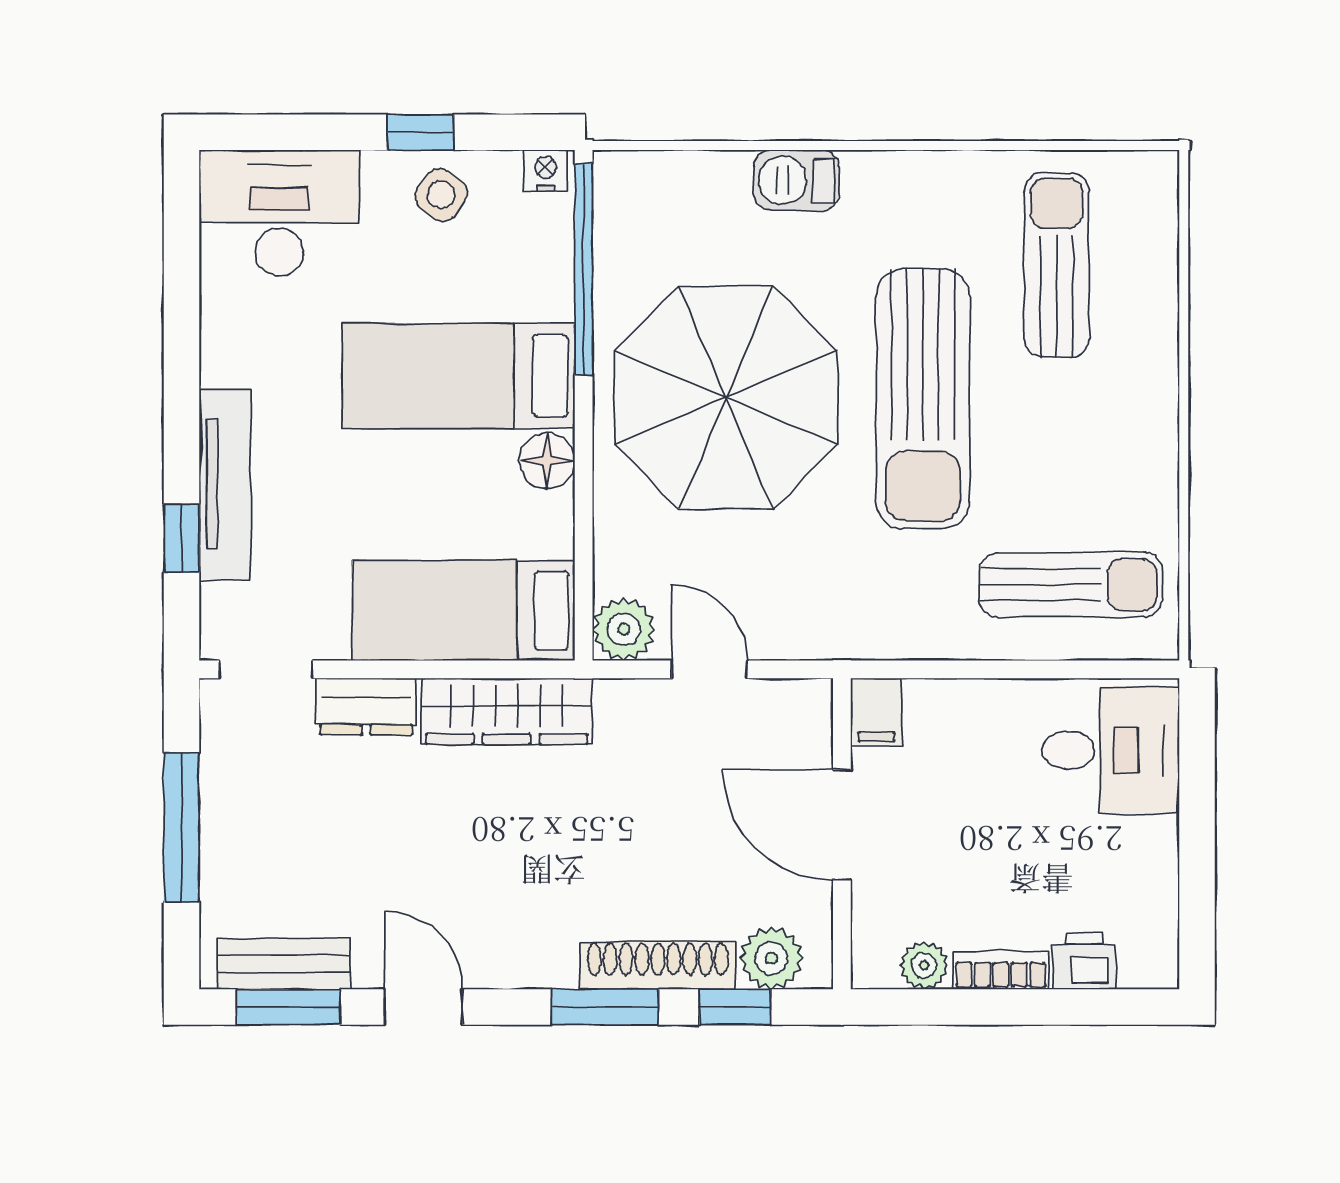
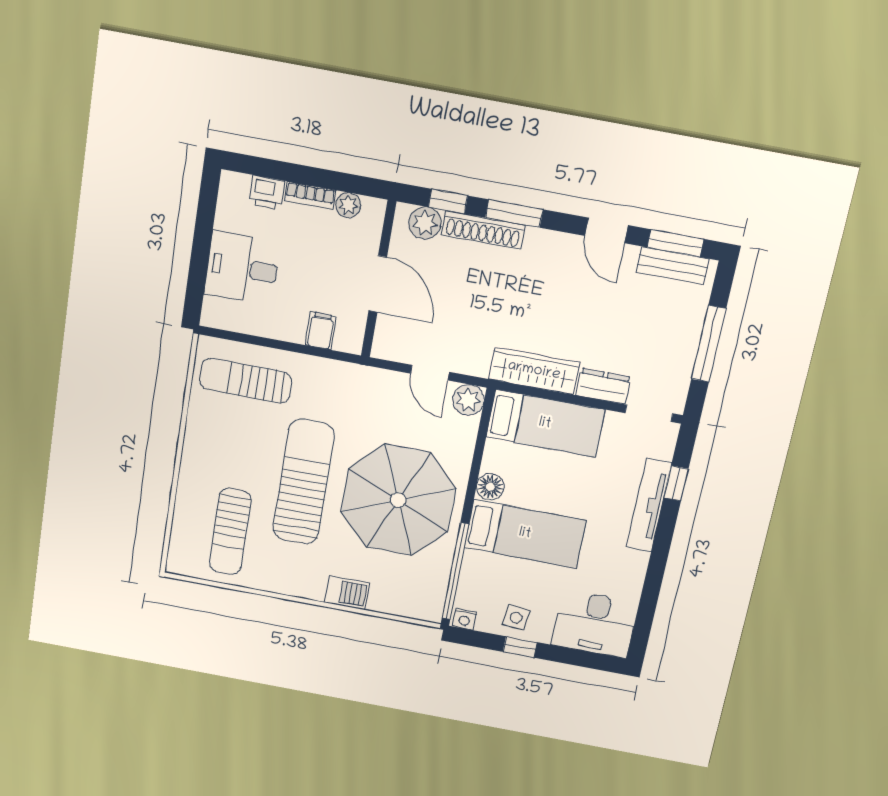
side table: (441, 195) -> (516, 618), turned -32
filing cabinet: (876, 713) -> (321, 331), moved
desk: (1111, 750) -> (242, 268), moved

